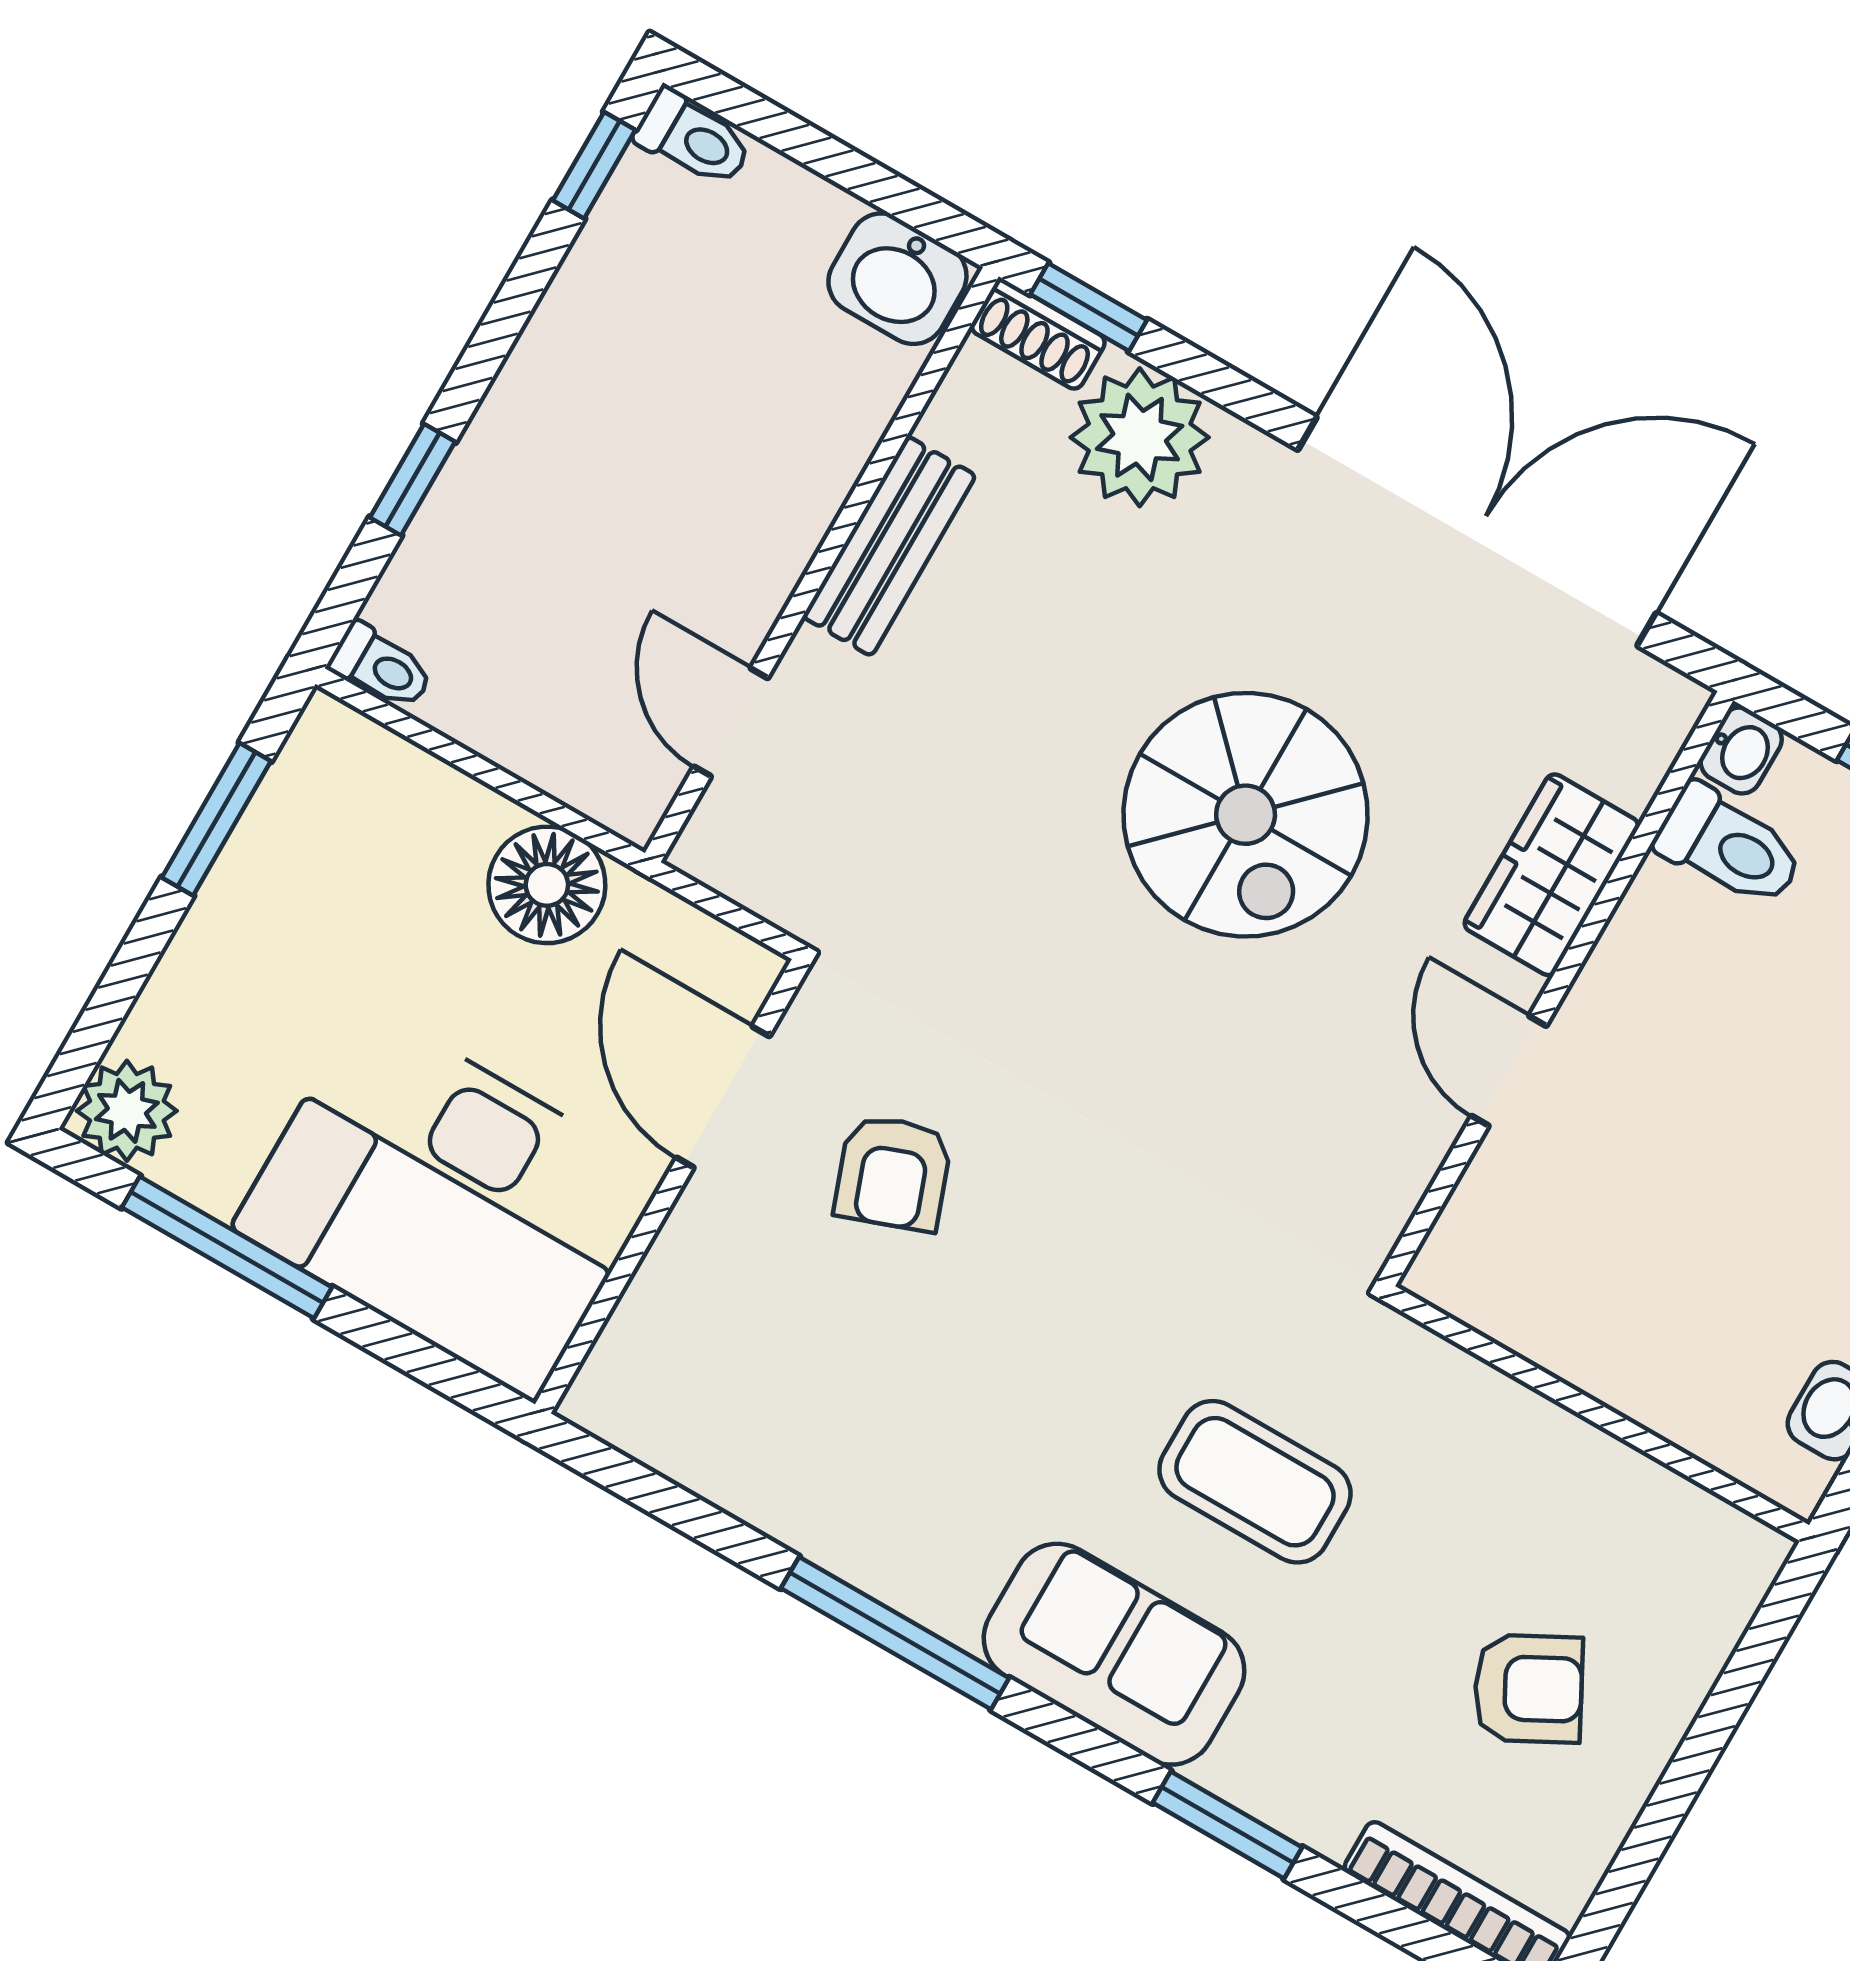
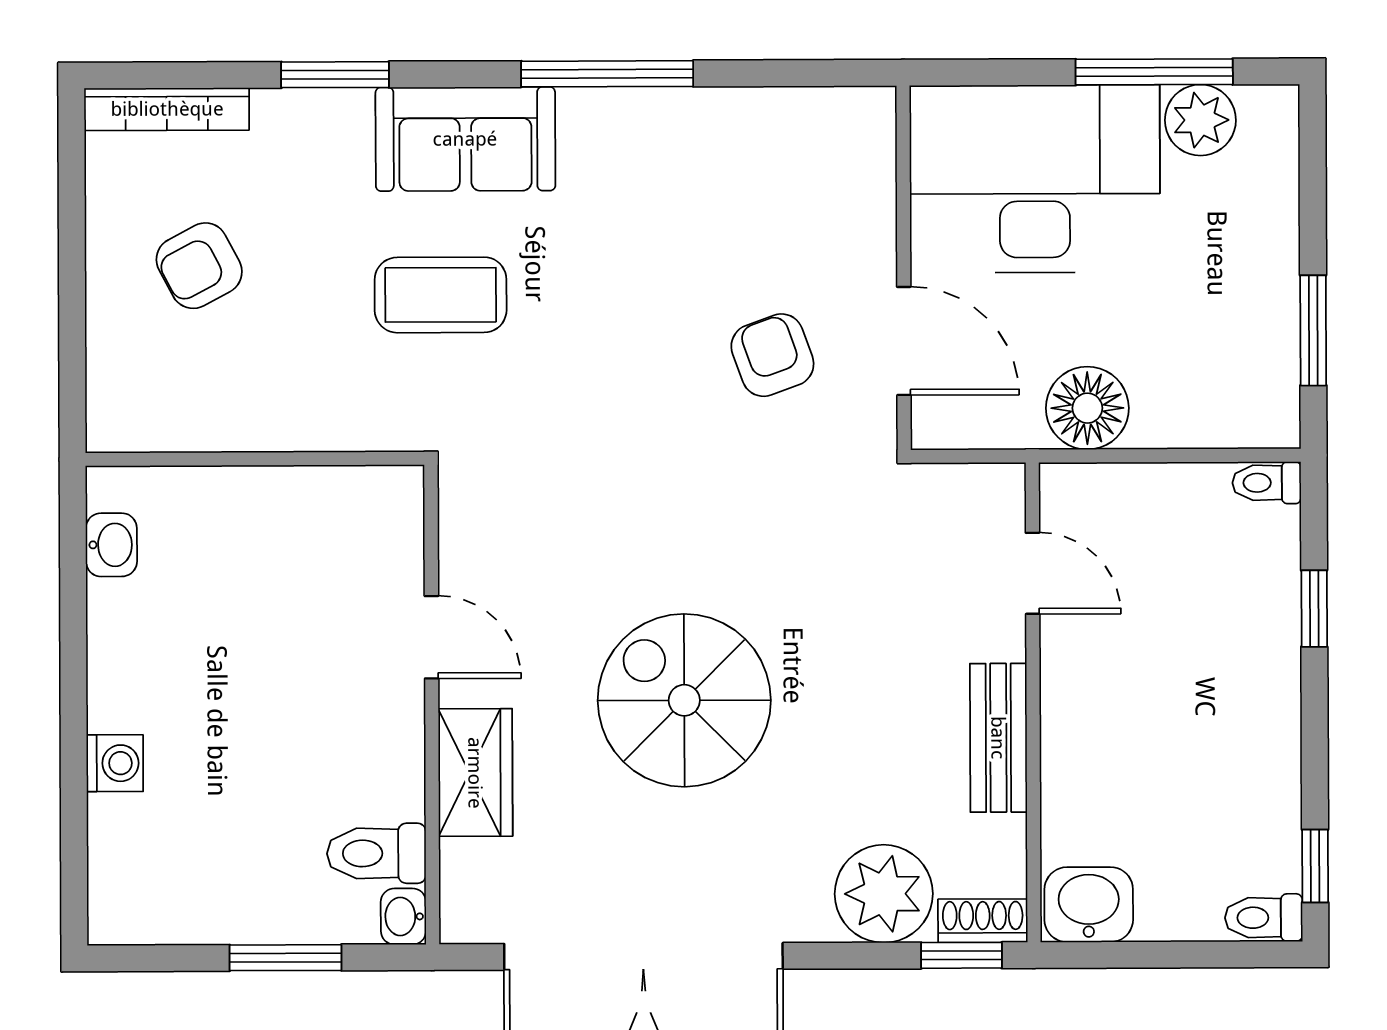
plant: (127, 1111) -> (1200, 120), moved

